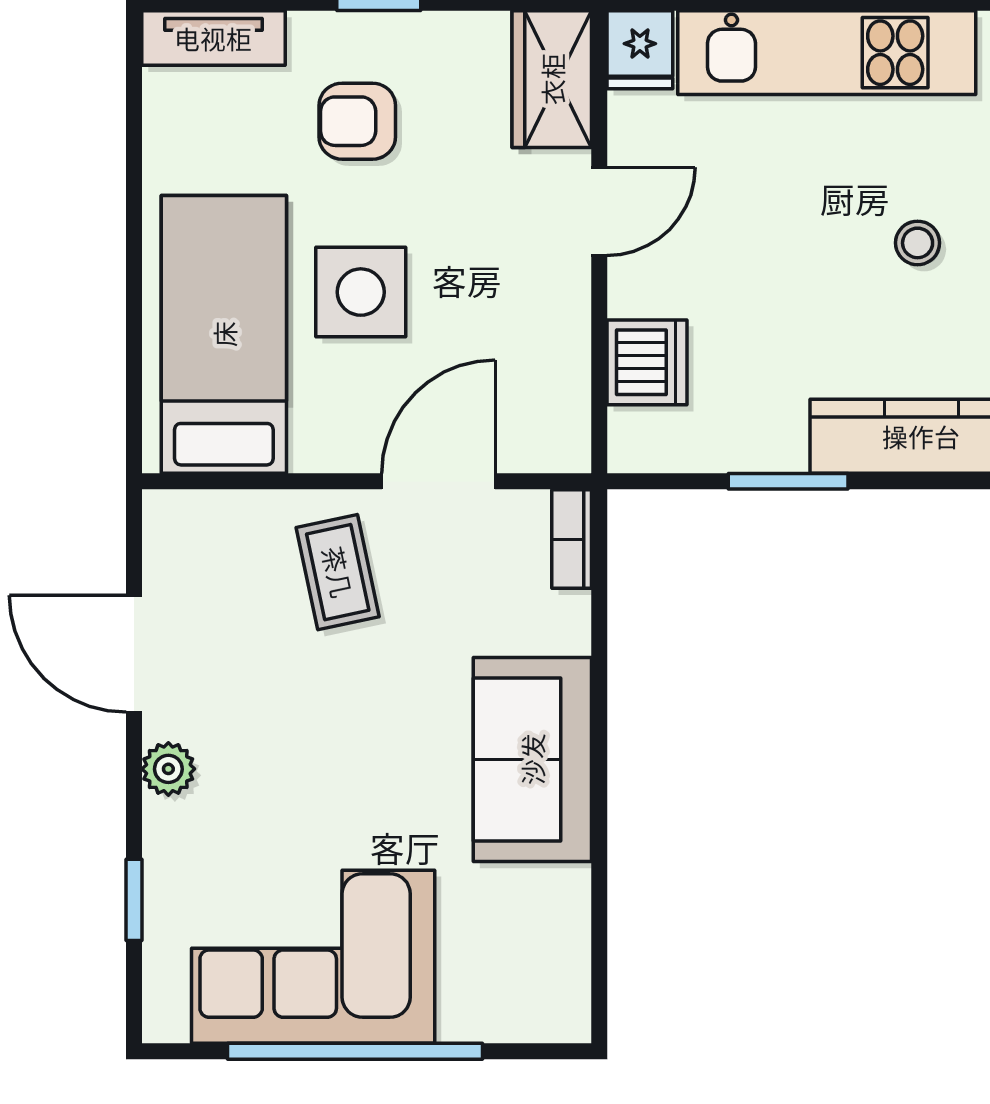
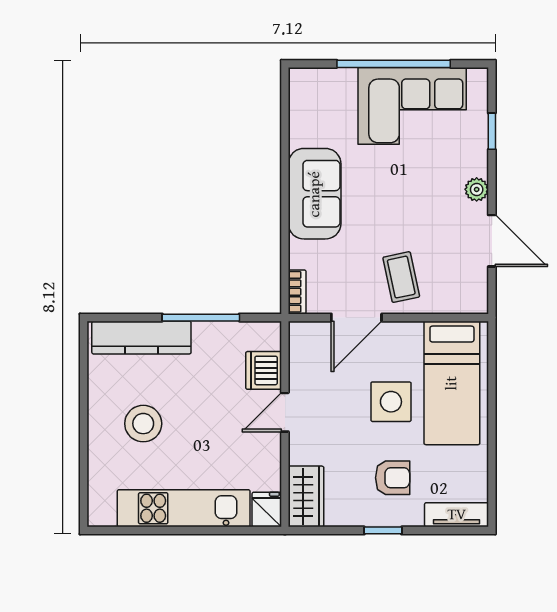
door: (599, 211) -> (285, 412), moved
stool: (918, 243) -> (143, 424), width x1.89, depth x1.89
window: (788, 481) -> (201, 318), width x1.44

